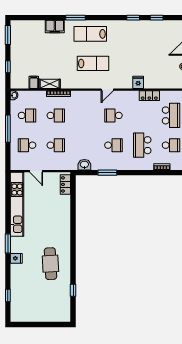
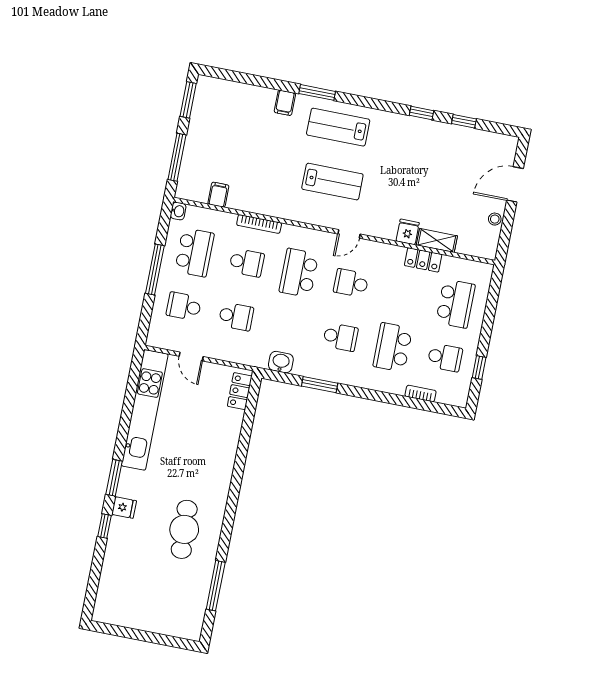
filing cabinet: (55, 27) -> (285, 103), width x0.50
window: (8, 67) -> (177, 157), width x2.17
shelving: (50, 84) -> (437, 240), moved
school desk: (27, 115) -> (194, 252), width x1.85
school desk: (85, 115) -> (299, 273), added
window: (73, 290) -> (216, 586), width x2.17
window: (8, 296) -> (105, 526), moved

